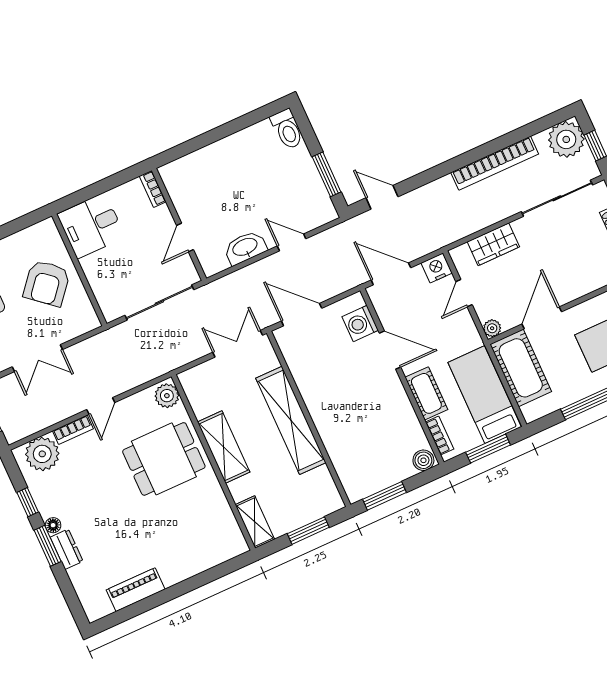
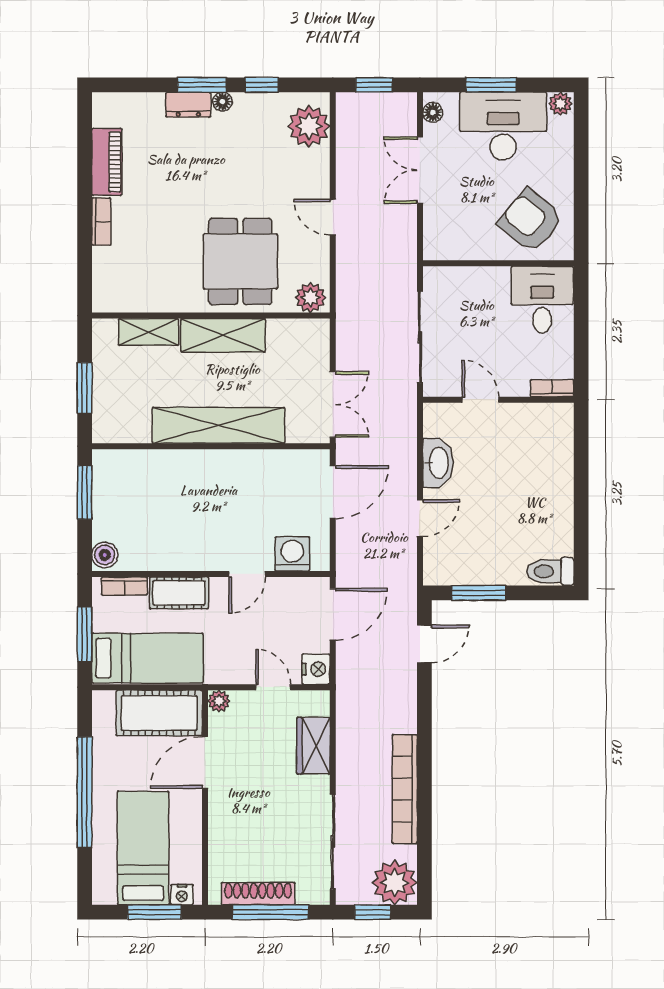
armchair: (47, 283) -> (530, 221), moved
door: (542, 318) -> (205, 763), swing flipped
door: (390, 350) -> (247, 574), width x0.73
bookcase: (73, 430) -> (101, 222), moved, turned 180
shelving: (255, 522) -> (149, 332), moved

